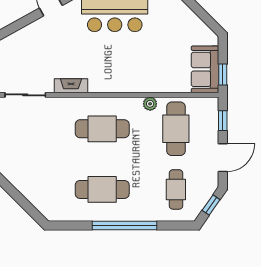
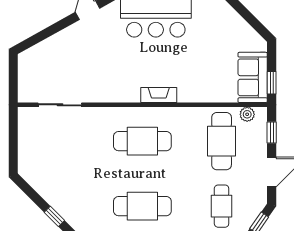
fireplace: (71, 86) -> (159, 95), moved
plant: (150, 104) -> (247, 114), moved
window: (20, 199) -> (54, 216), added

